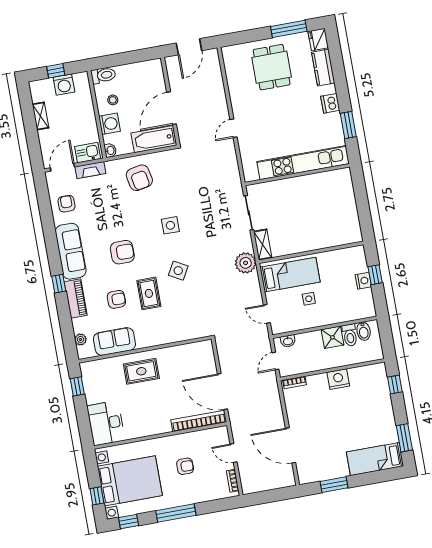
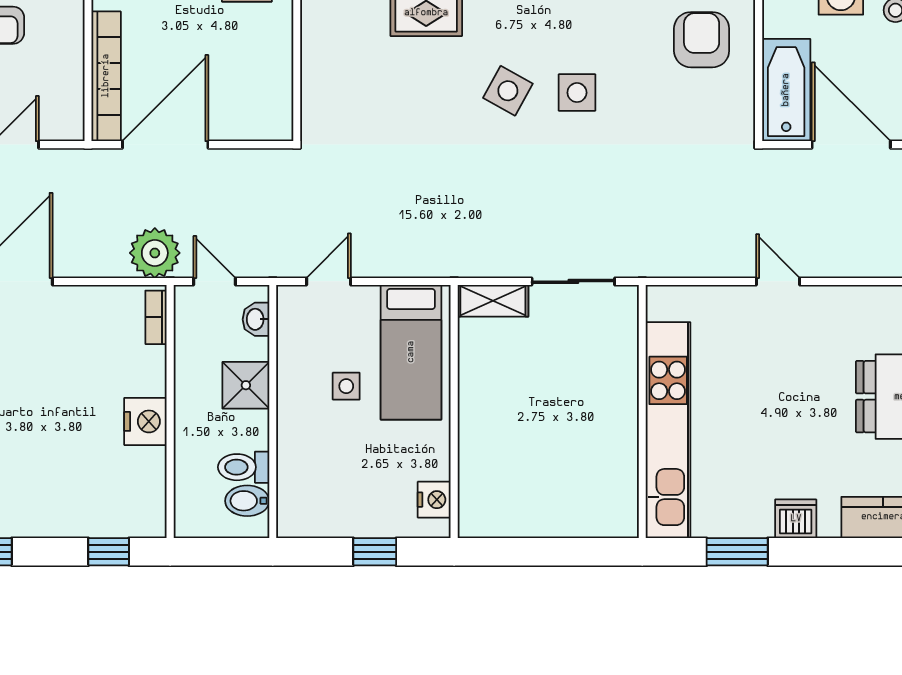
armchair: (139, 178) -> (702, 40), turned 101
plant: (246, 263) -> (155, 253), moved
side table: (178, 271) -> (508, 91), moved
nightstand: (363, 281) -> (434, 500), moved, turned -90
shower: (332, 337) -> (246, 385), moved

